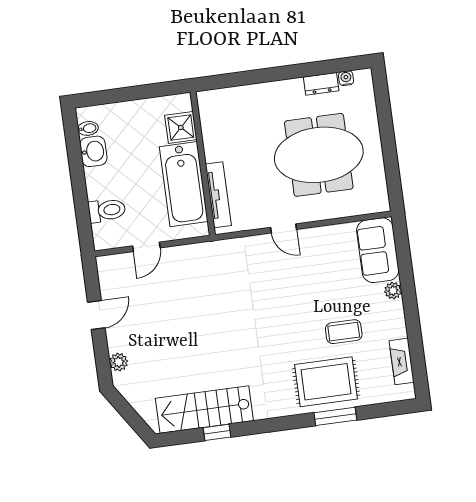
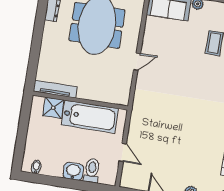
washbasin: (93, 151) -> (73, 171), moved
tv unit: (218, 195) -> (55, 89), moved

